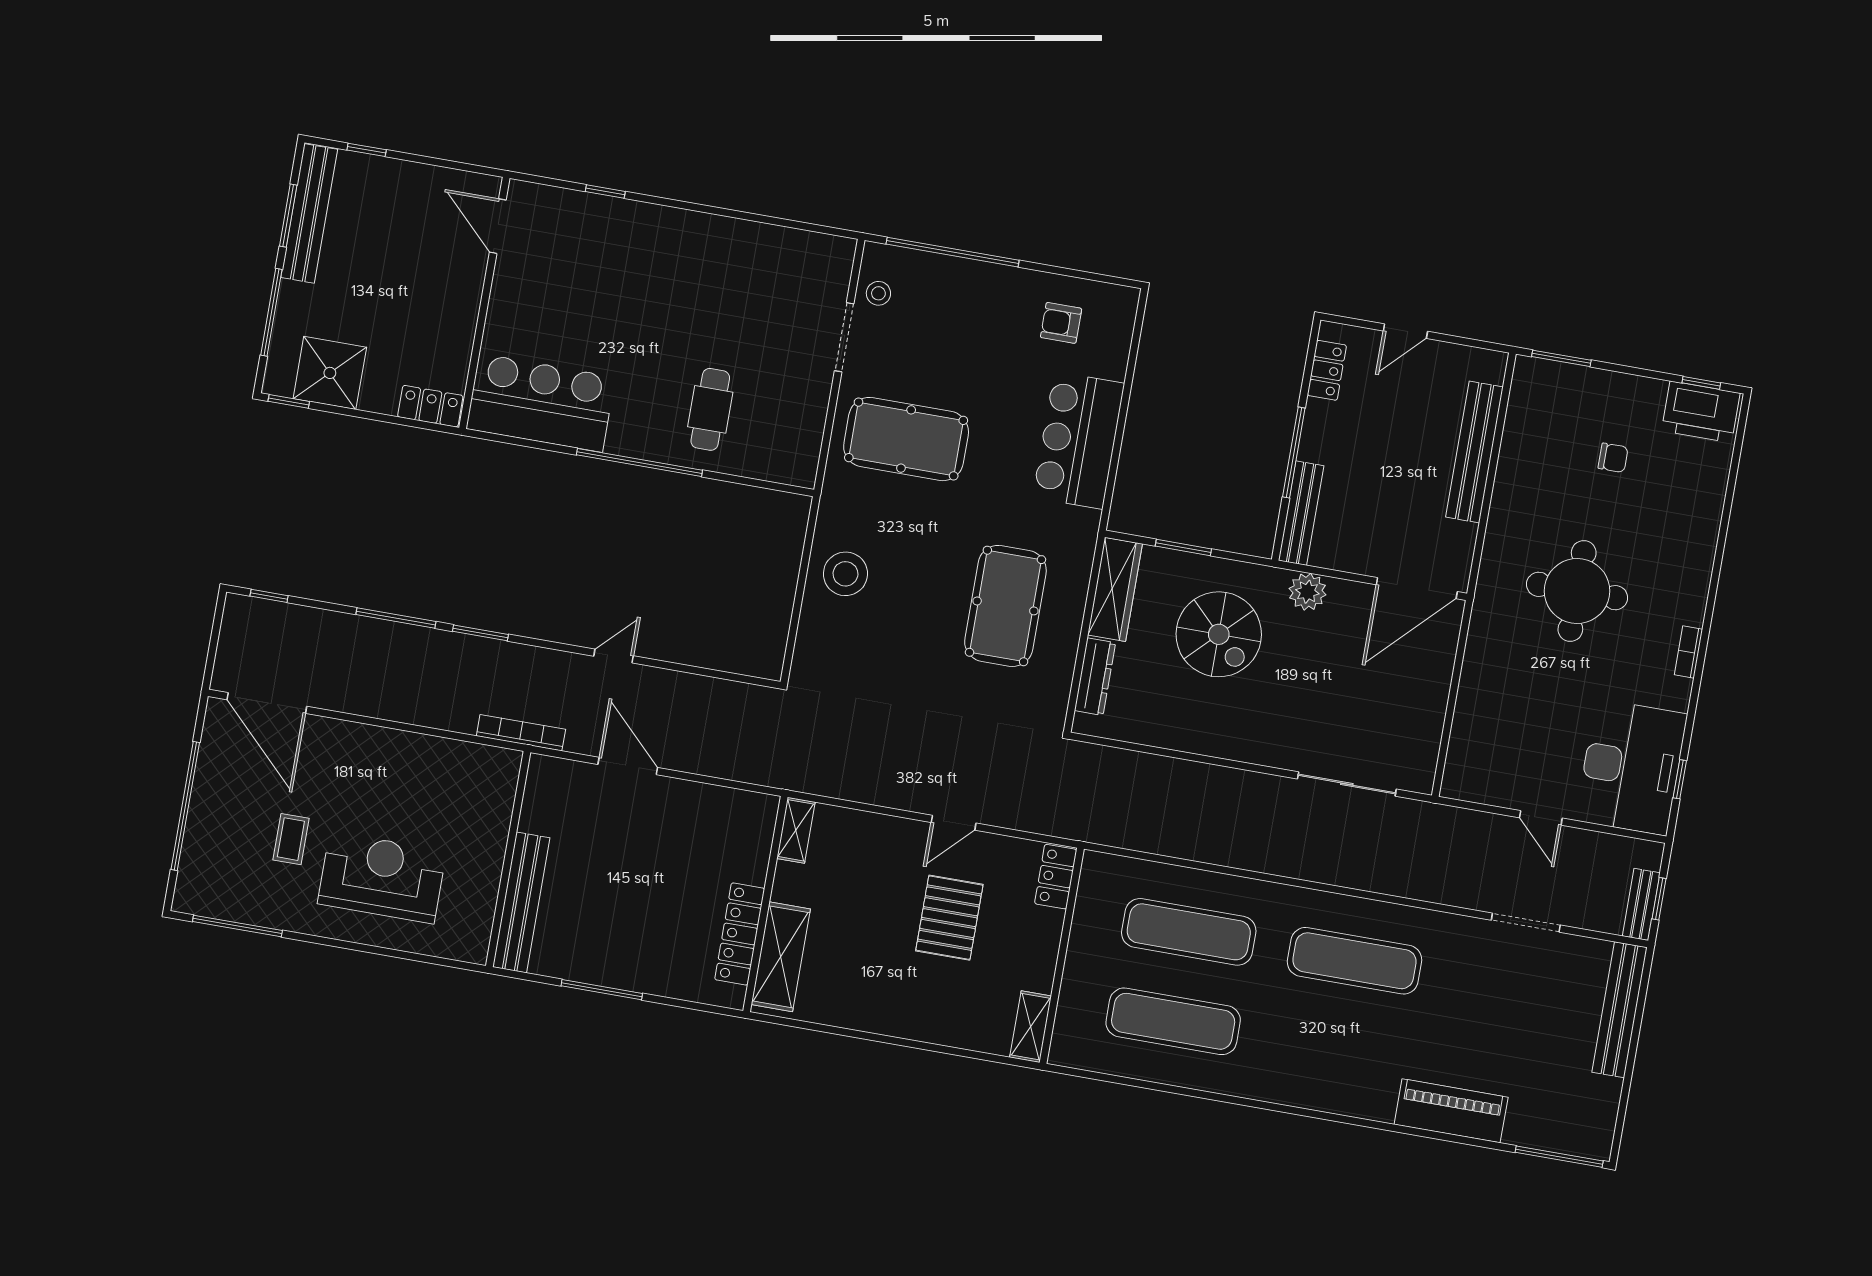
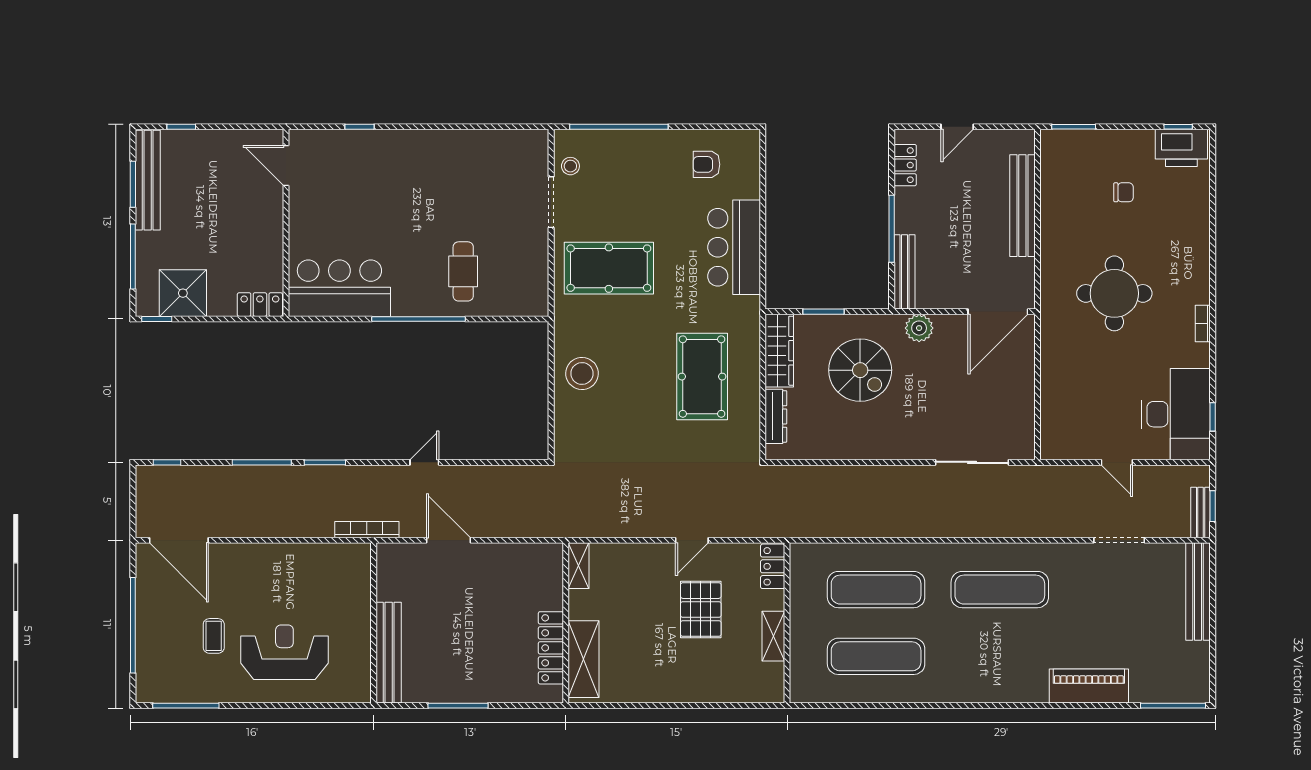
shelving: (1031, 1027) -> (773, 636), moved

